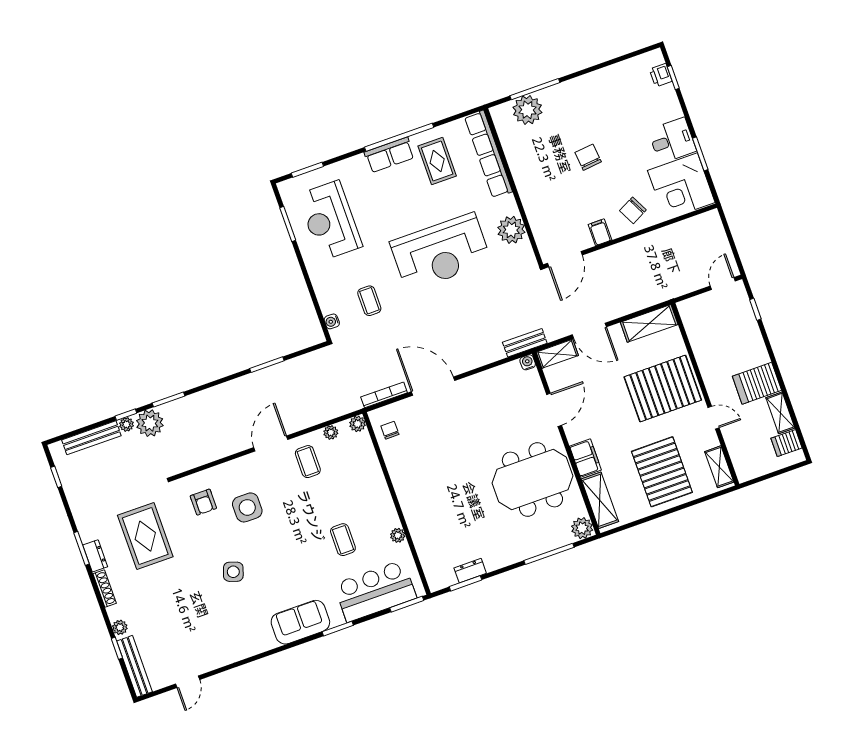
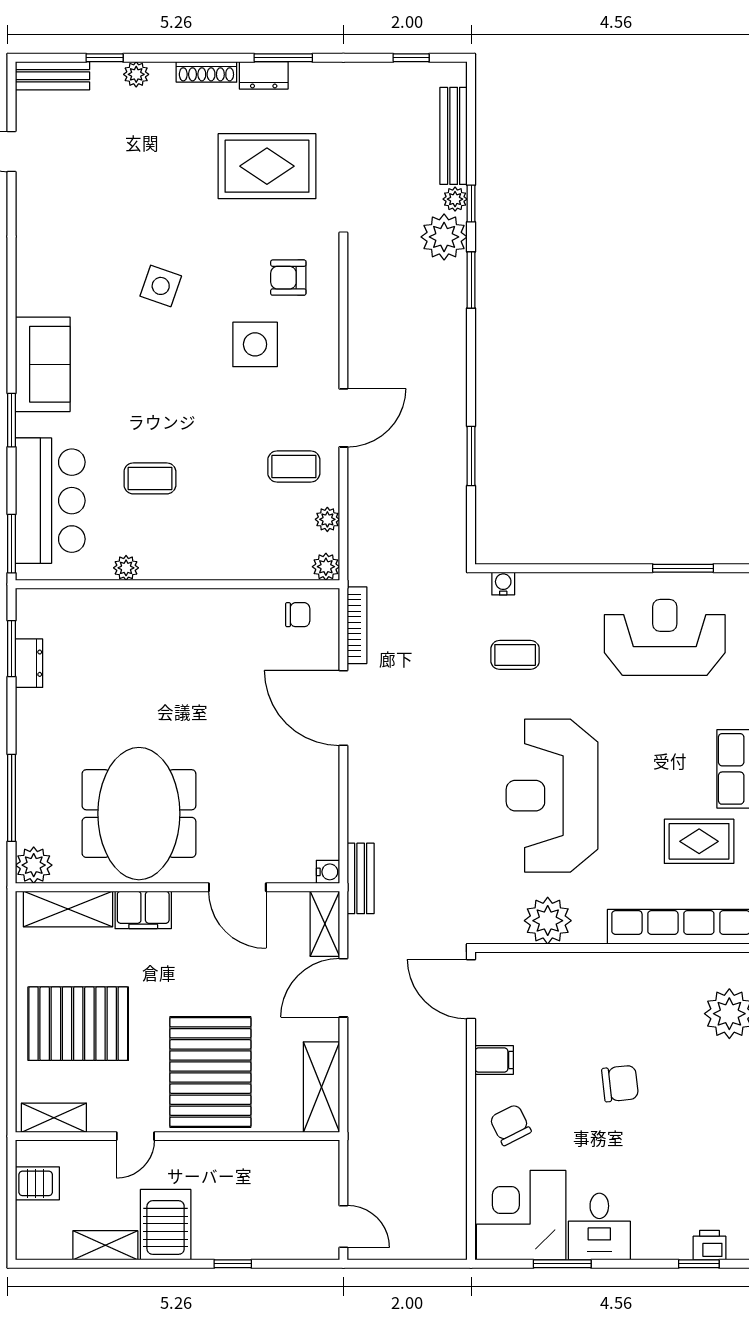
window: (755, 309) -> (233, 1264), moved
door: (433, 386) -> (343, 708), swing flipped
server rack: (786, 443) -> (37, 1183), moved, turned 90
door: (271, 444) -> (343, 418), hinge flipped
bench: (135, 666) -> (52, 76), width x0.73

